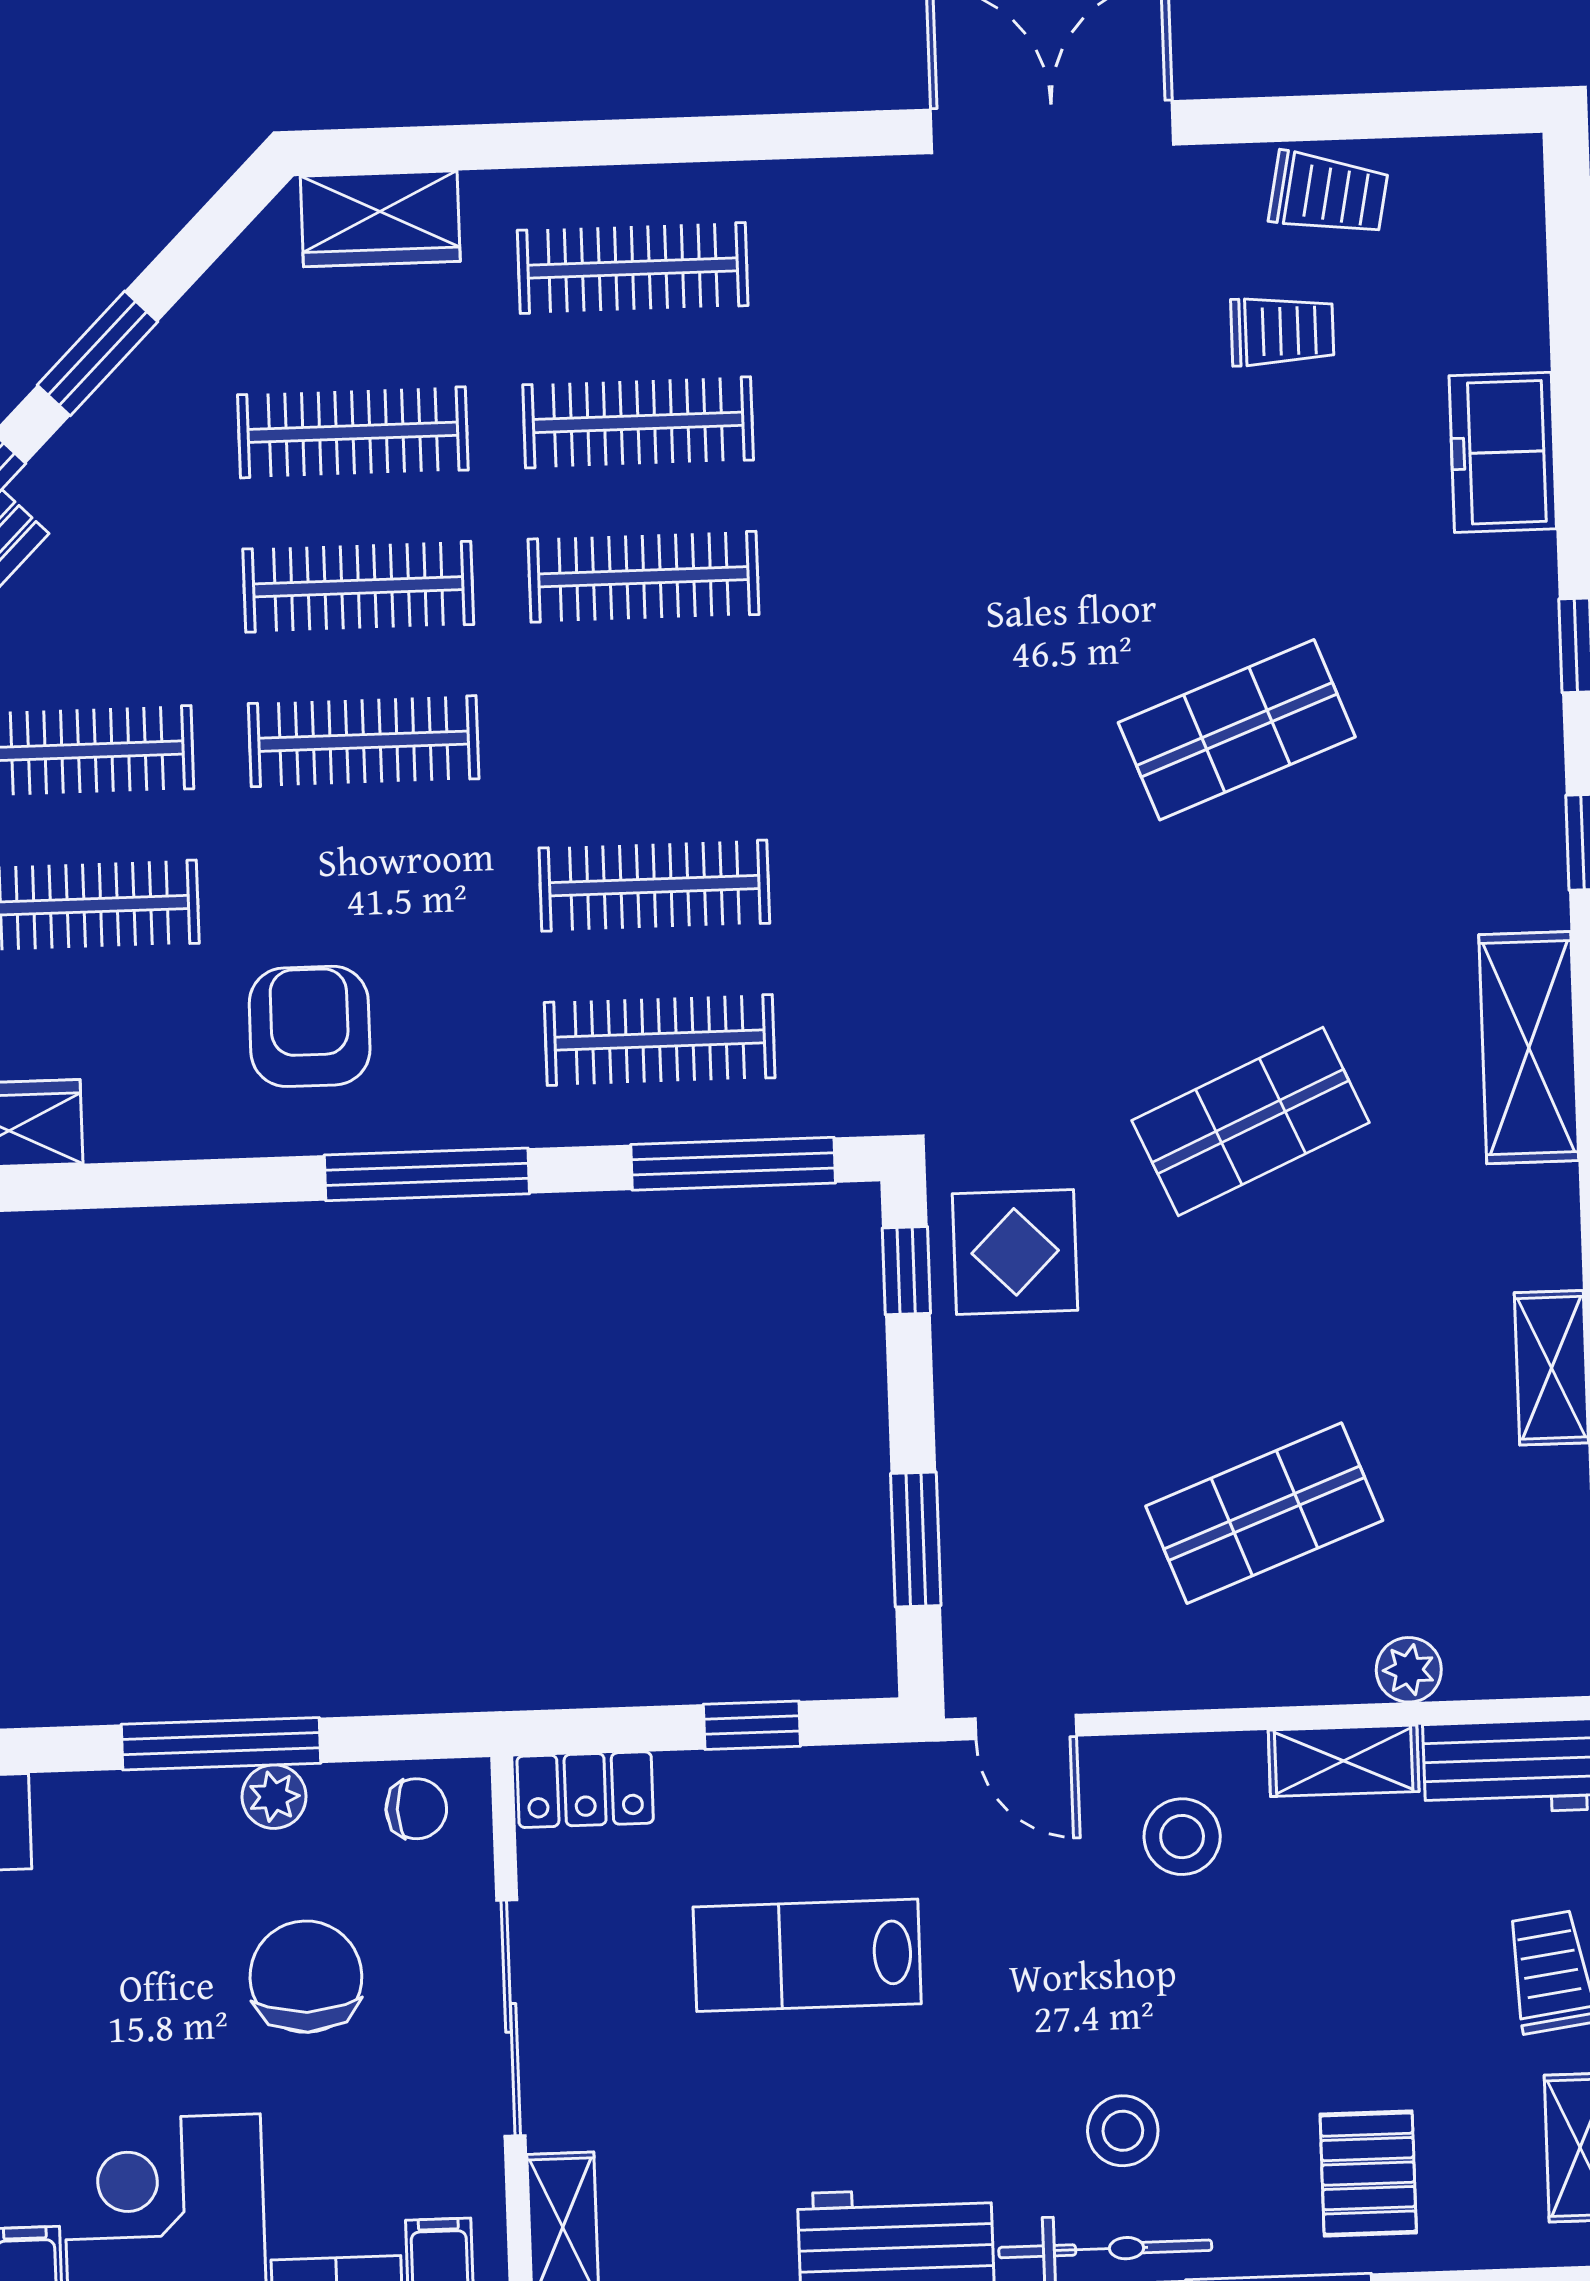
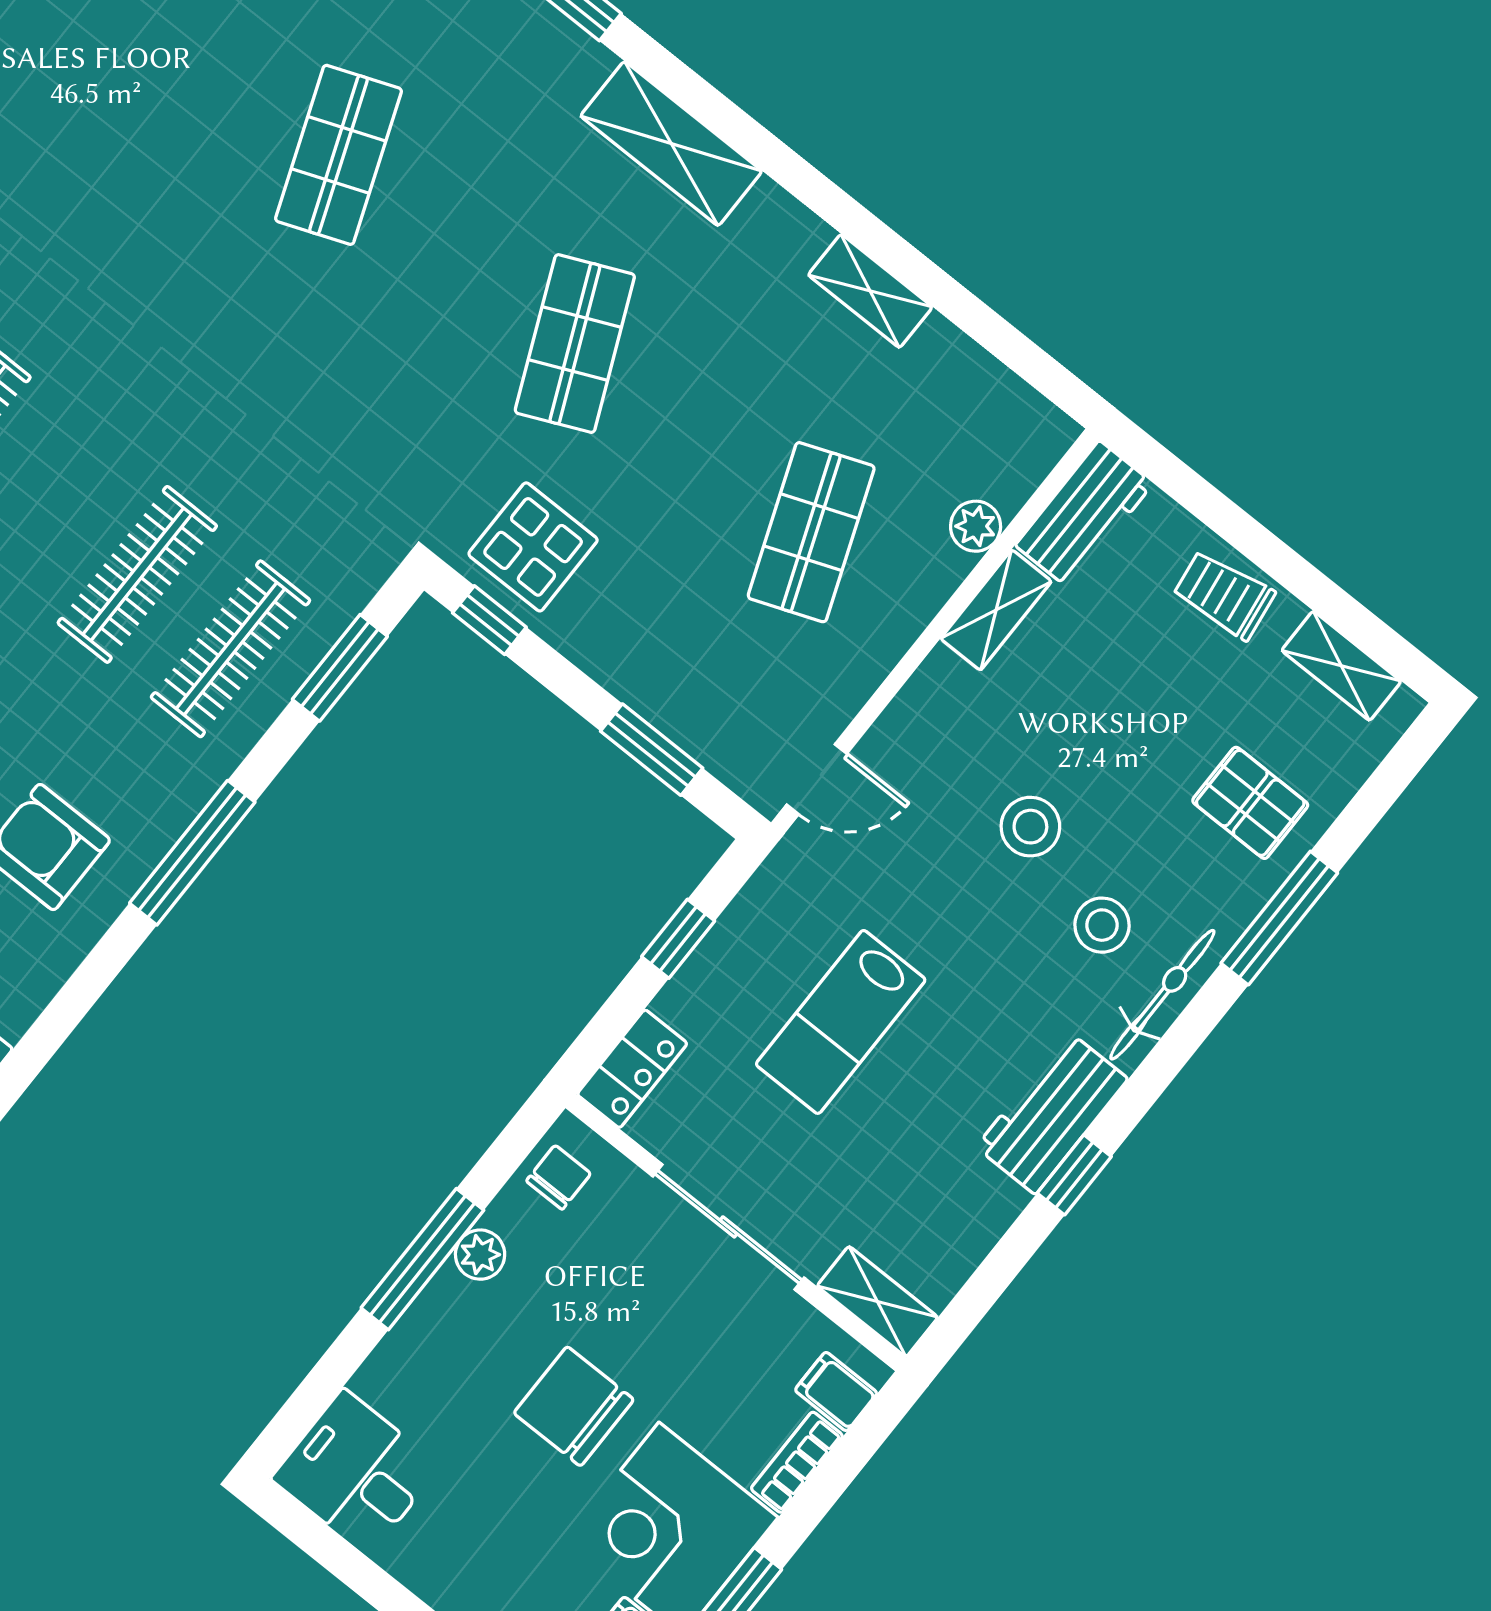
window: (733, 1164) -> (340, 668), width x0.69
stool: (1182, 1837) -> (1030, 827), moved
chair: (306, 1977) -> (574, 1406), moved

